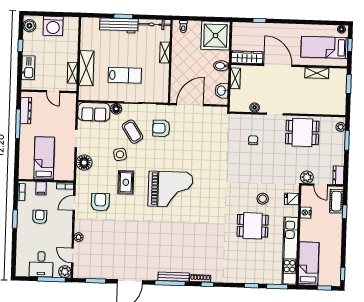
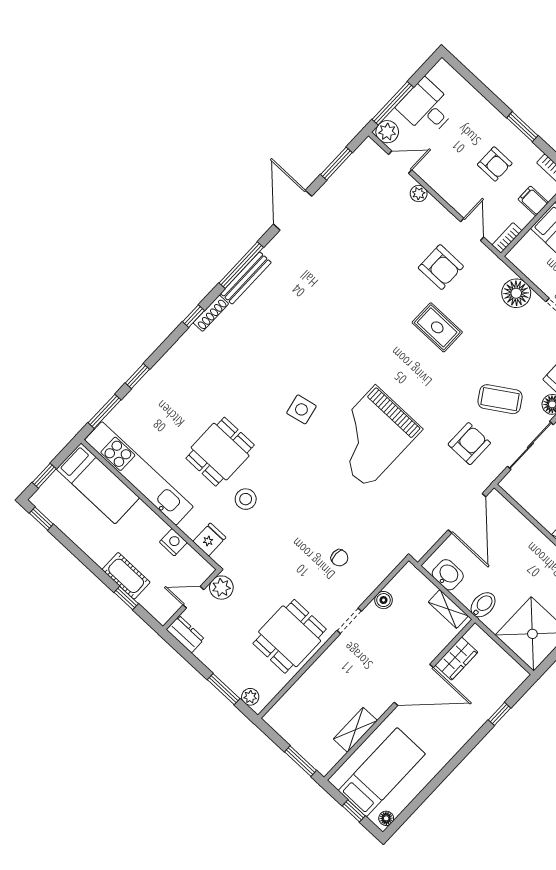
wardrobe: (247, 57) -> (457, 659), width x0.67
side table: (120, 154) -> (301, 409), moved
grand piano: (170, 189) -> (371, 437), moved
cot: (336, 201) -> (126, 576), moved

